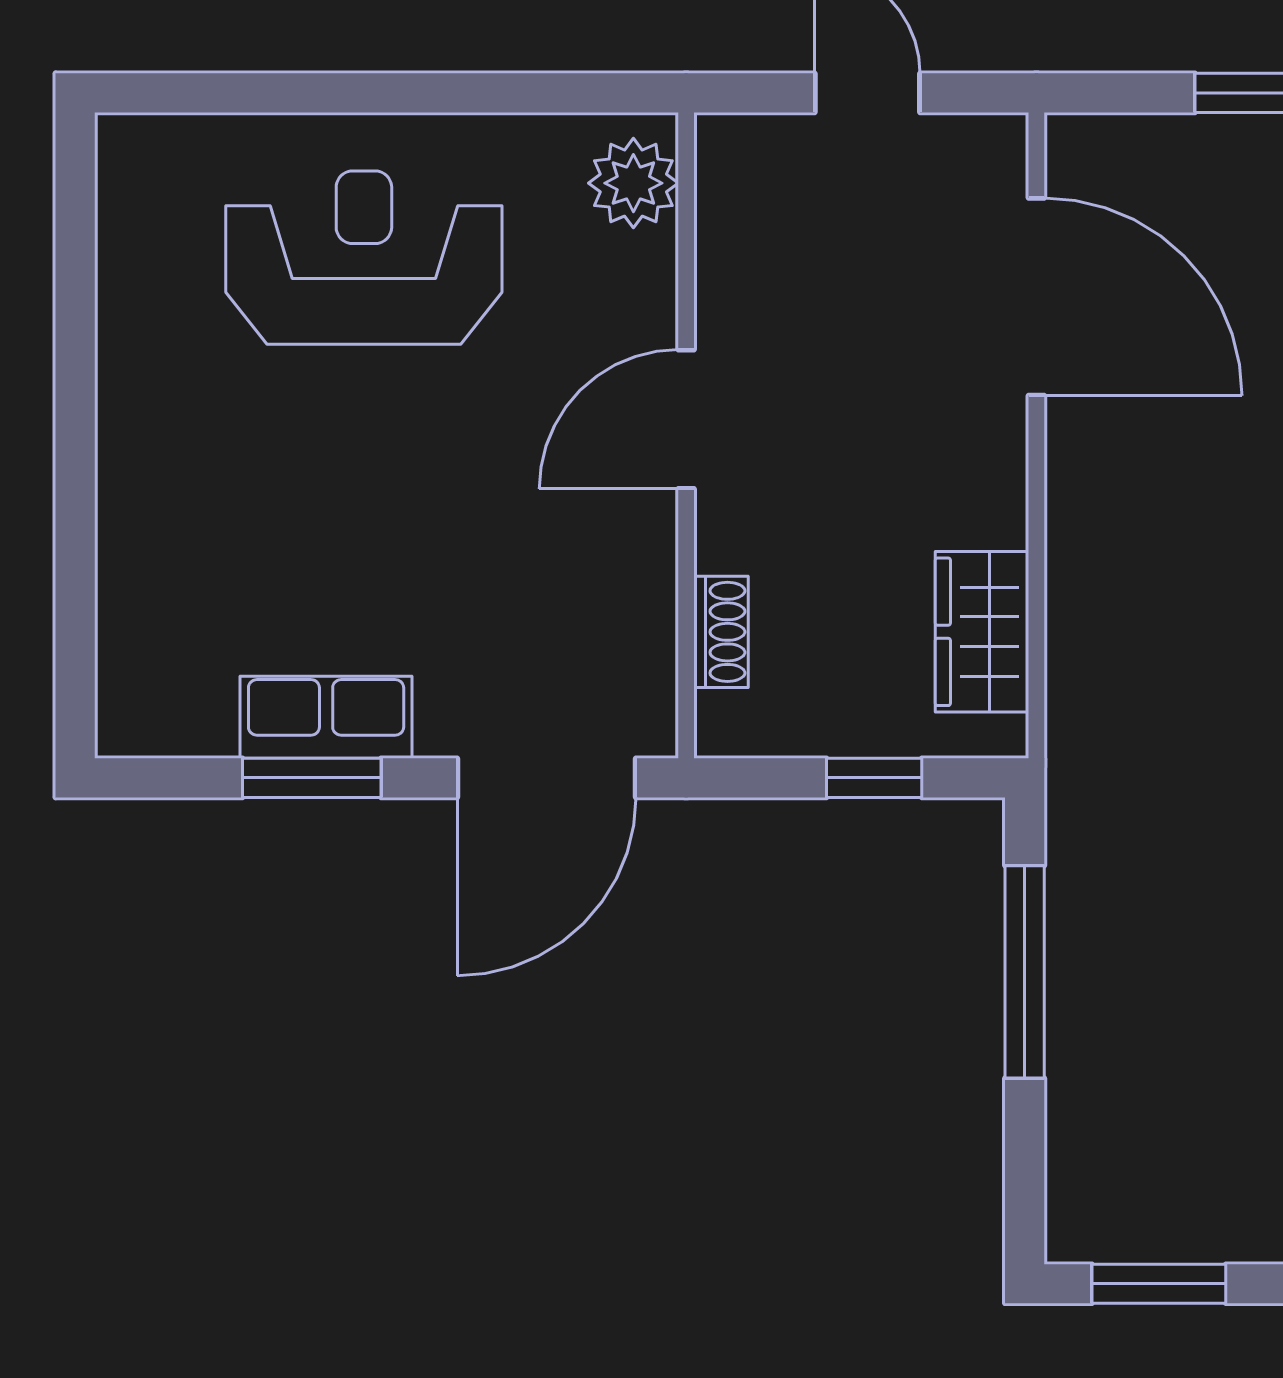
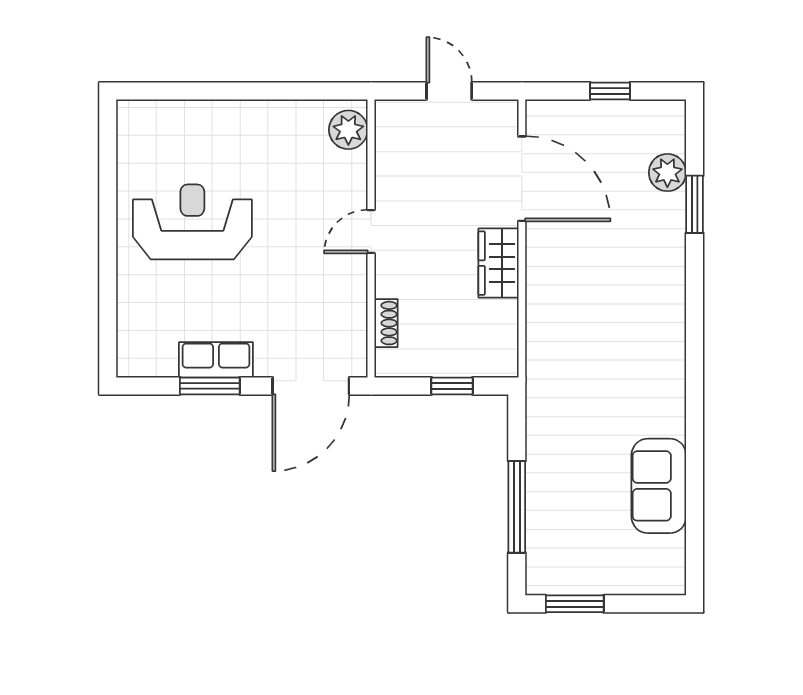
reception desk: (364, 258) -> (192, 222), moved
door: (686, 419) -> (371, 232), width x0.73
wardrobe: (982, 632) -> (498, 263), moved
window: (1025, 972) -> (517, 507), moved

